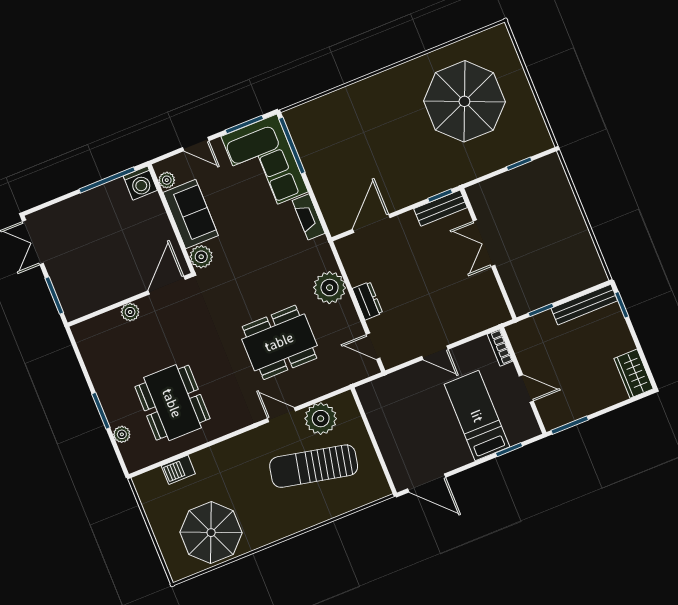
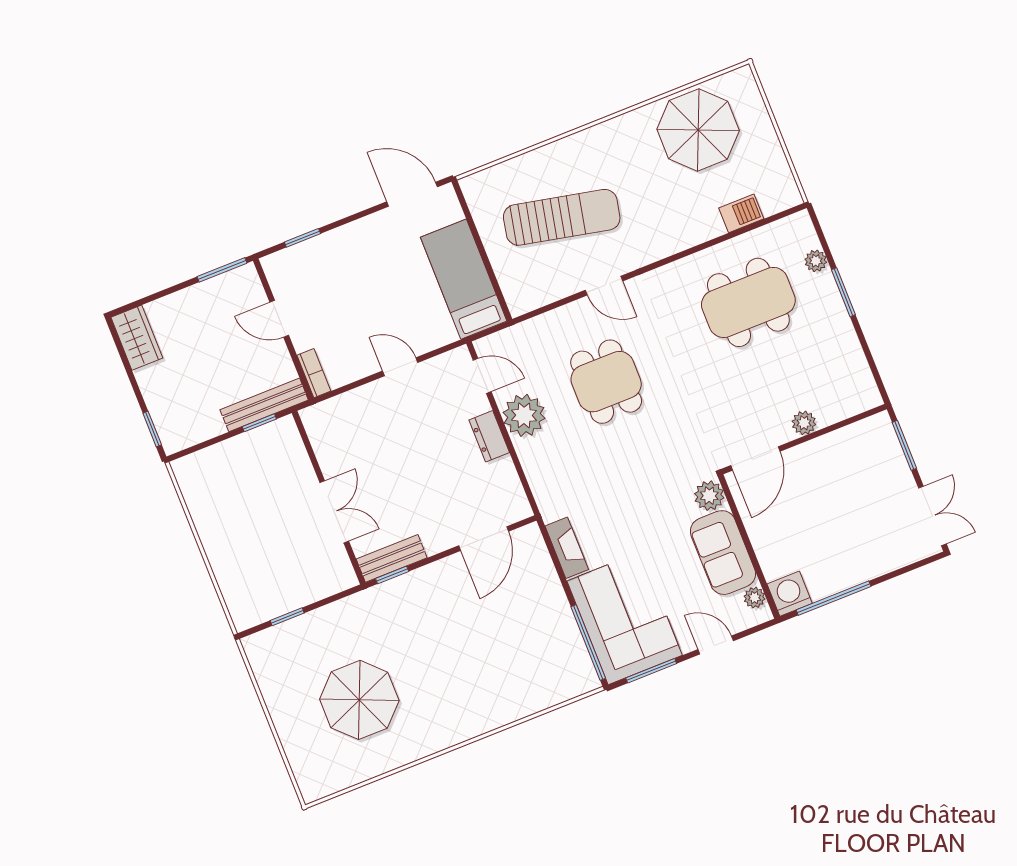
parasol: (464, 101) -> (359, 700), width x0.73, depth x0.73
plant: (330, 288) -> (524, 415), moved
bench: (584, 305) -> (264, 405), moved
dining table: (279, 342) -> (606, 382), width x0.73
dining table: (172, 403) -> (748, 302), turned 90
bed: (477, 416) -> (464, 279), moved, turned 180
plant: (321, 419) -> (552, 280), removed

